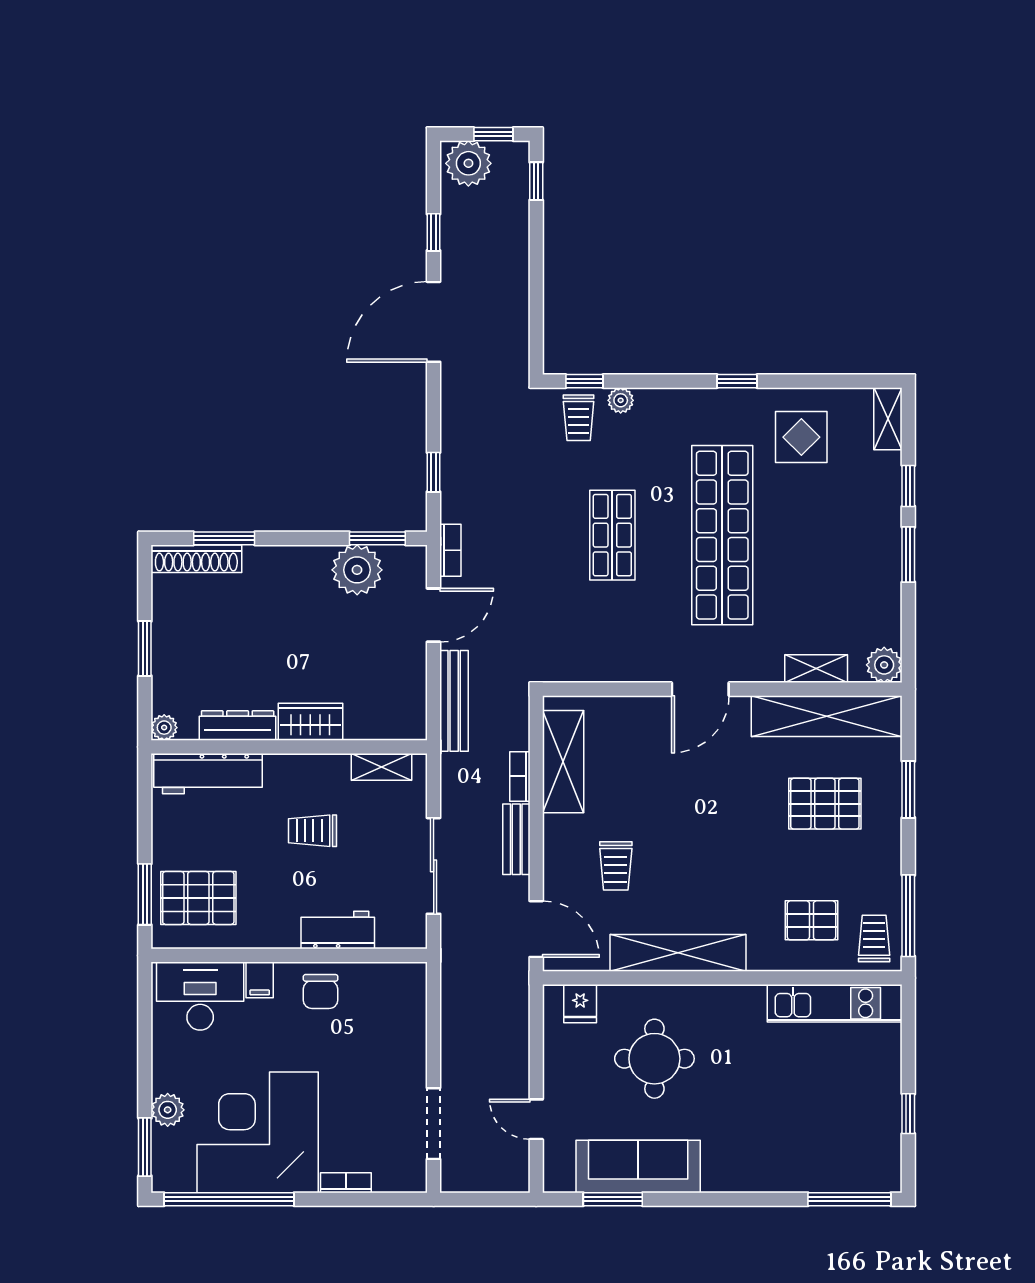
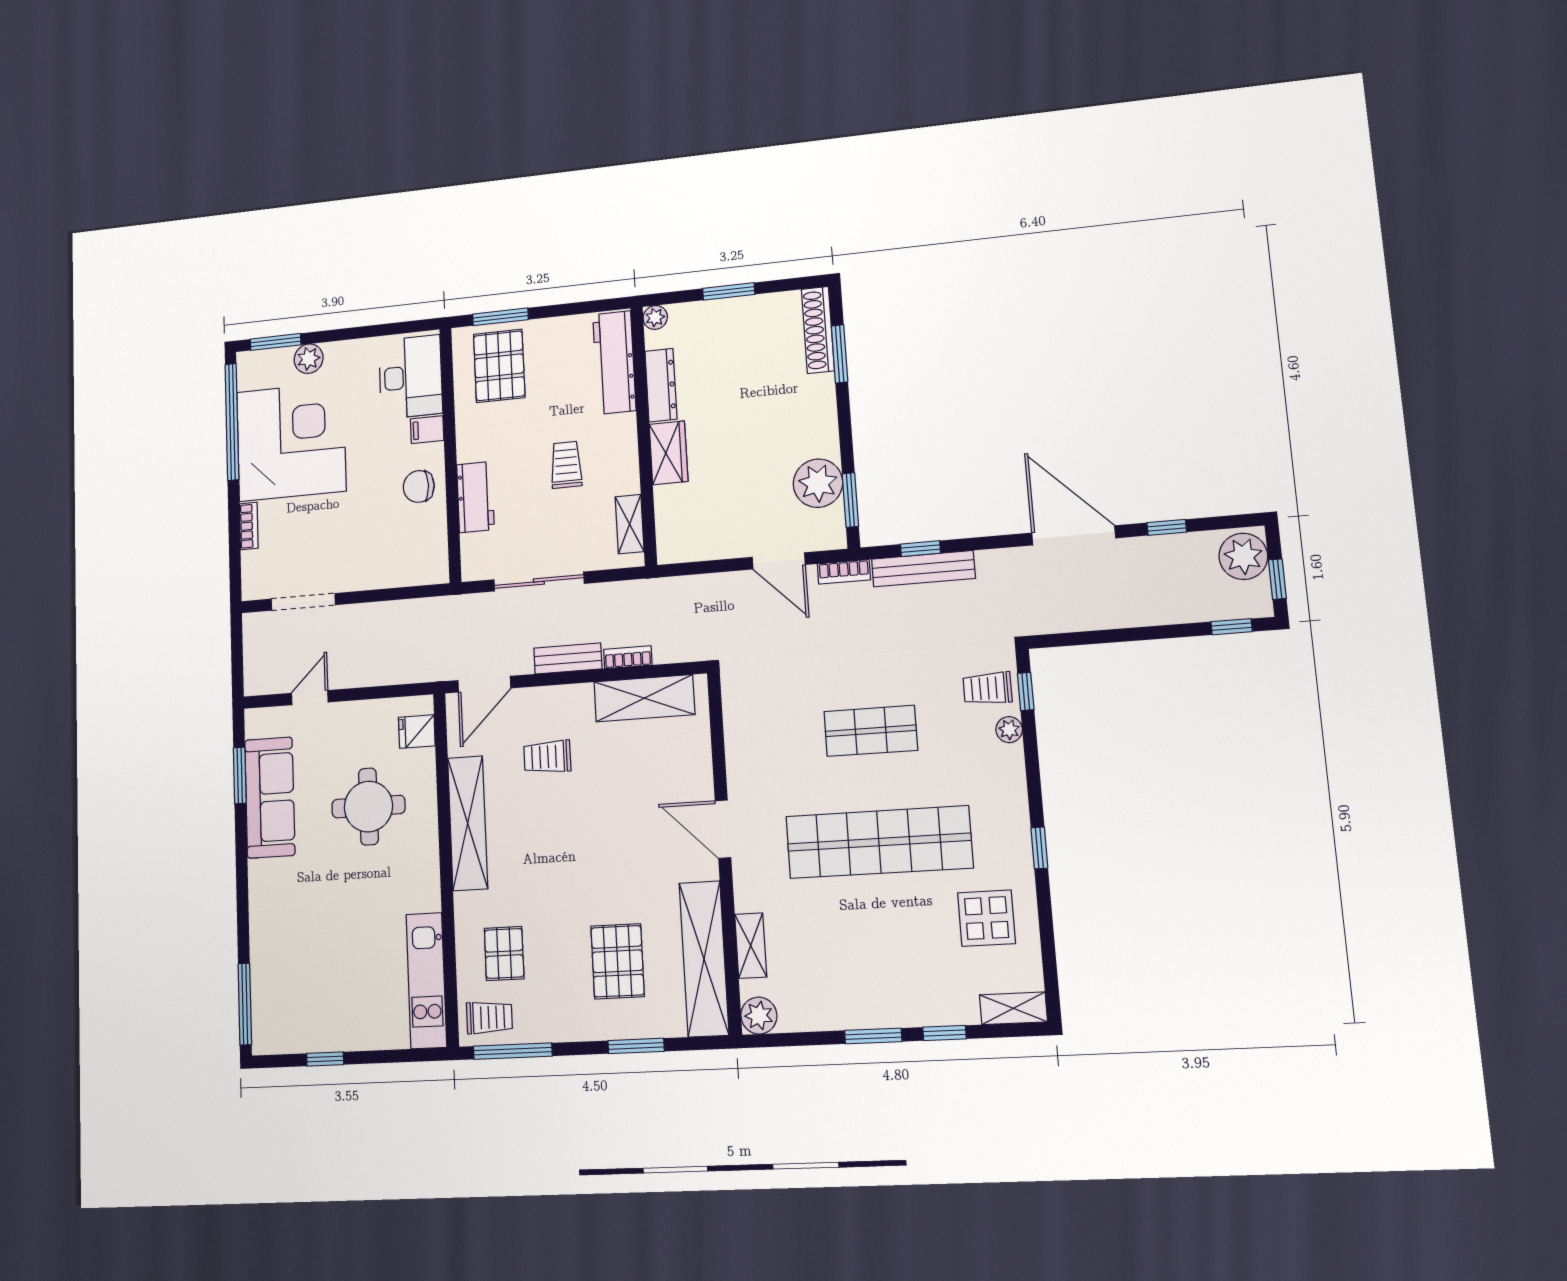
bench: (454, 701) -> (923, 569), moved

